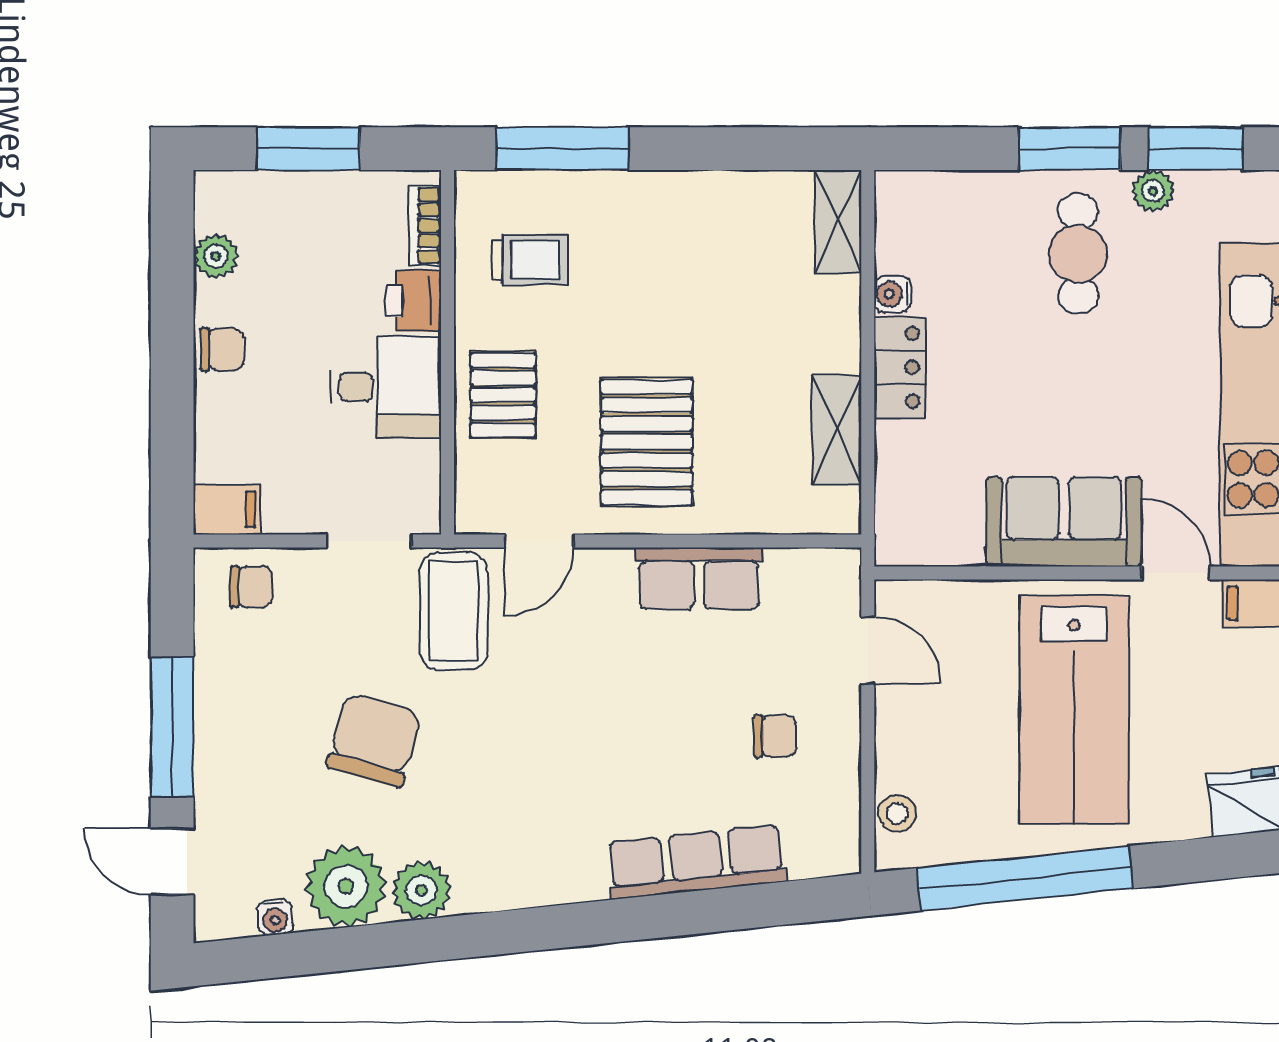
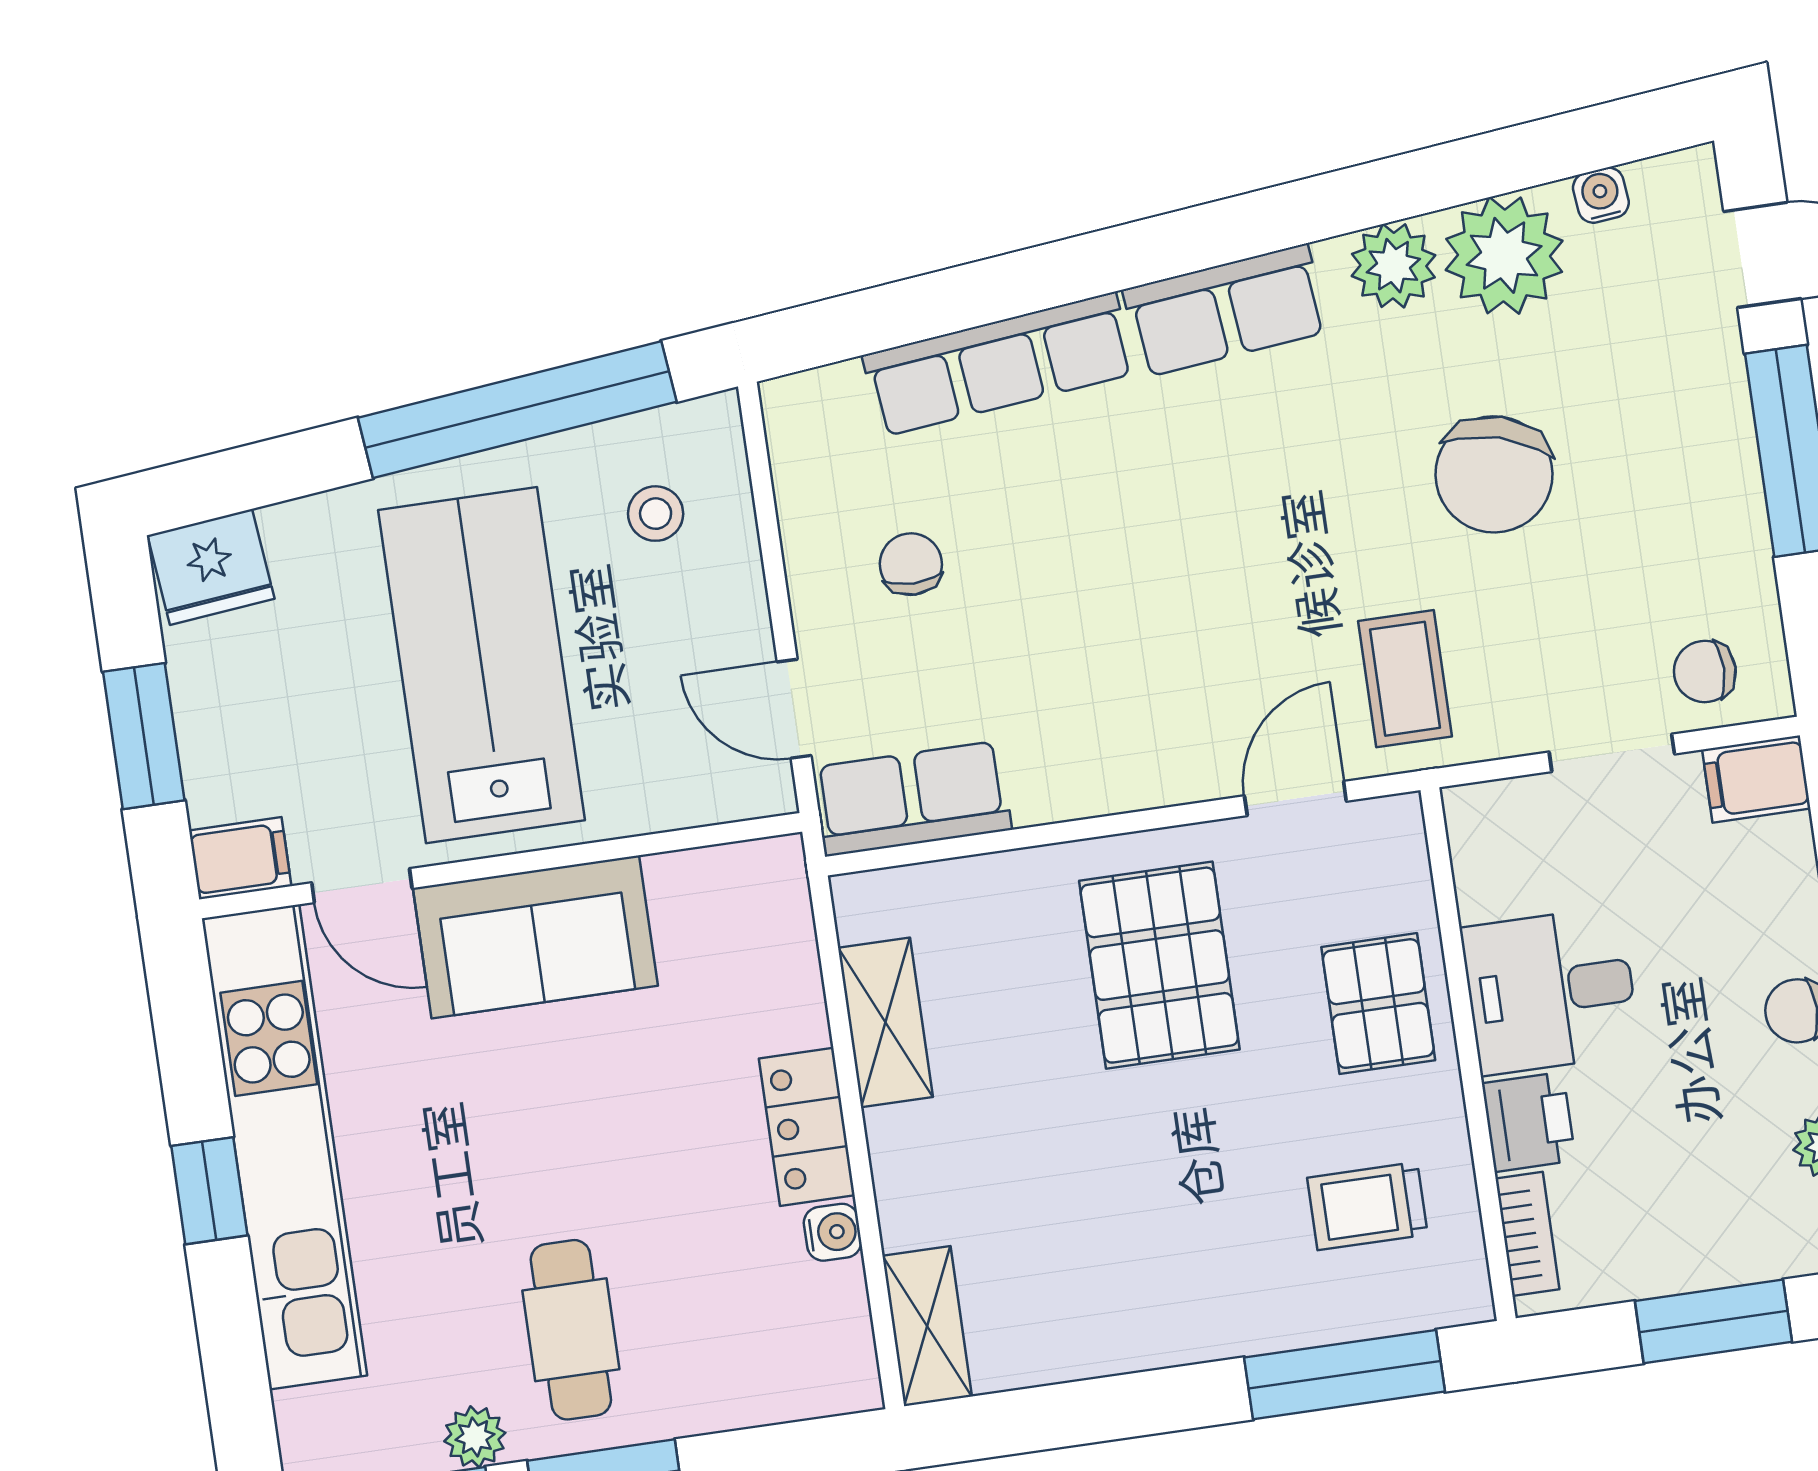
doorway: (369, 541) -> (1612, 753), moved
row of seats: (699, 578) -> (912, 799), moved
coffee table: (454, 611) -> (1405, 679), width x0.73, depth x0.77
chair: (775, 736) -> (911, 564), turned 90
stool: (897, 813) -> (656, 514), moved
row of seats: (539, 876) -> (1226, 311), added

